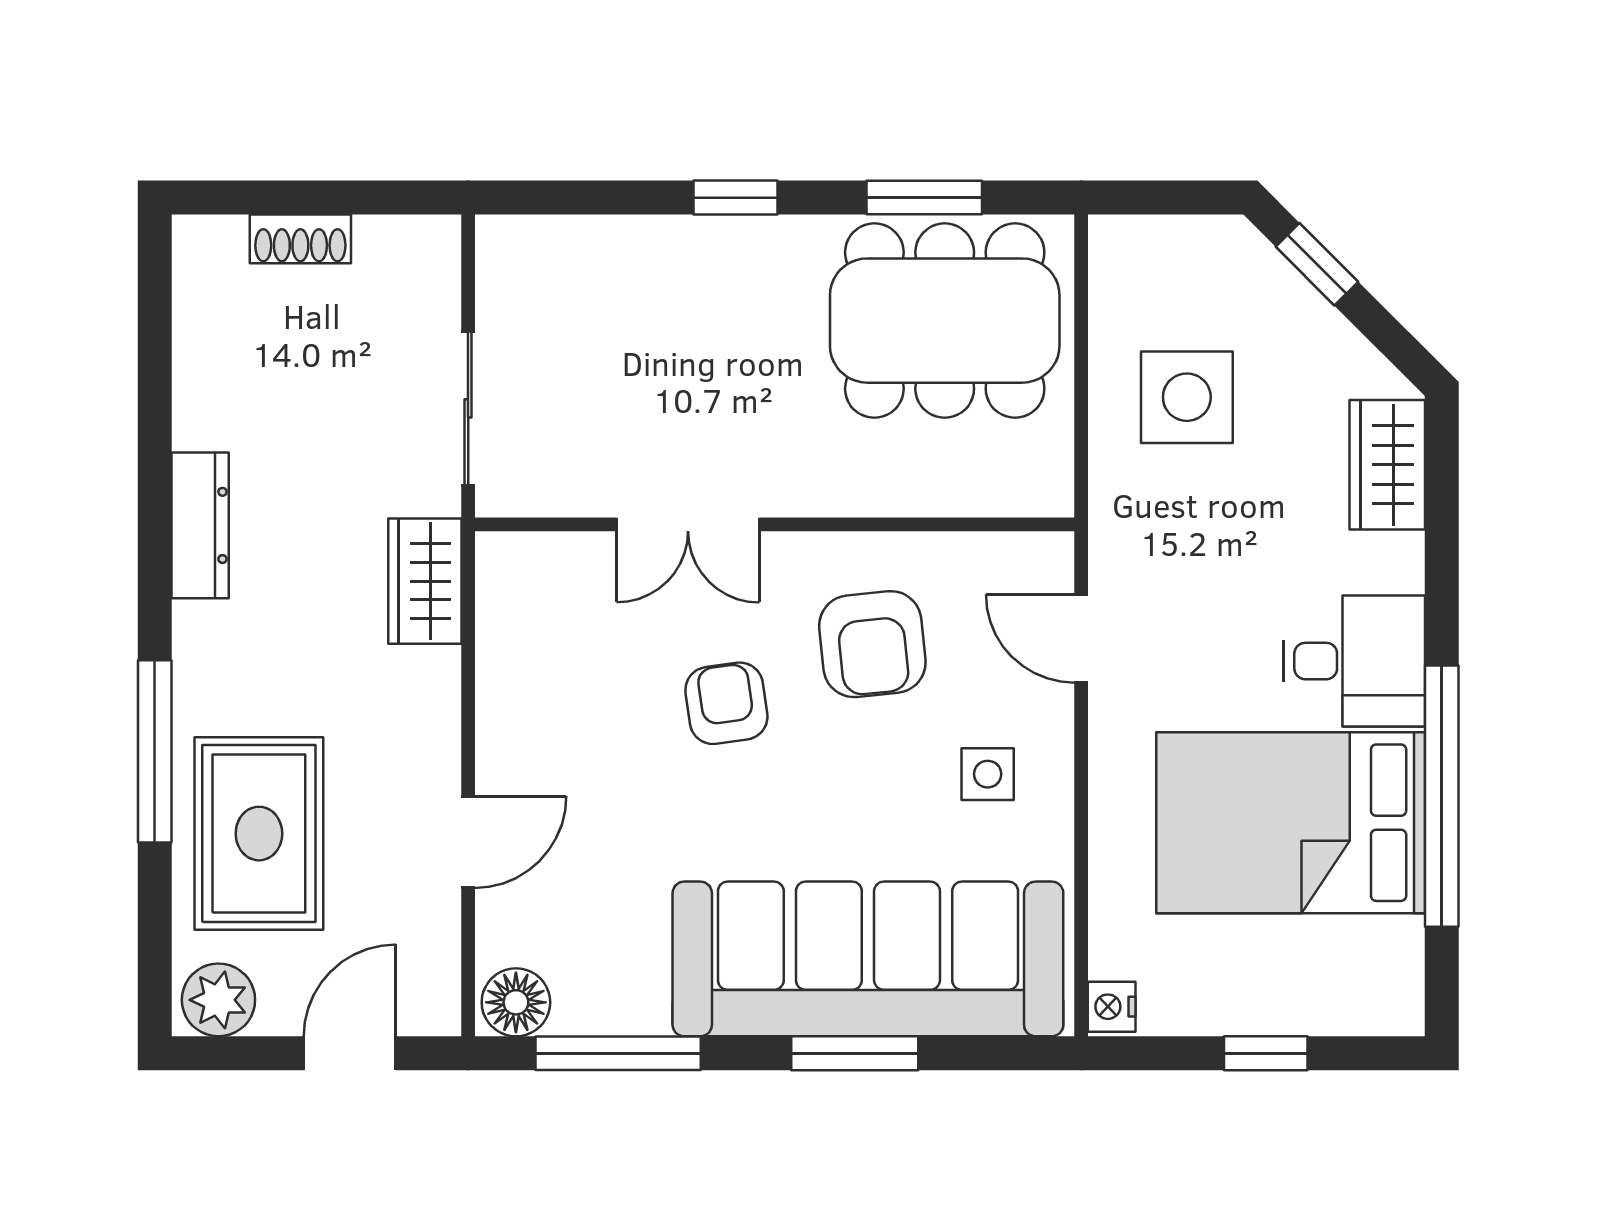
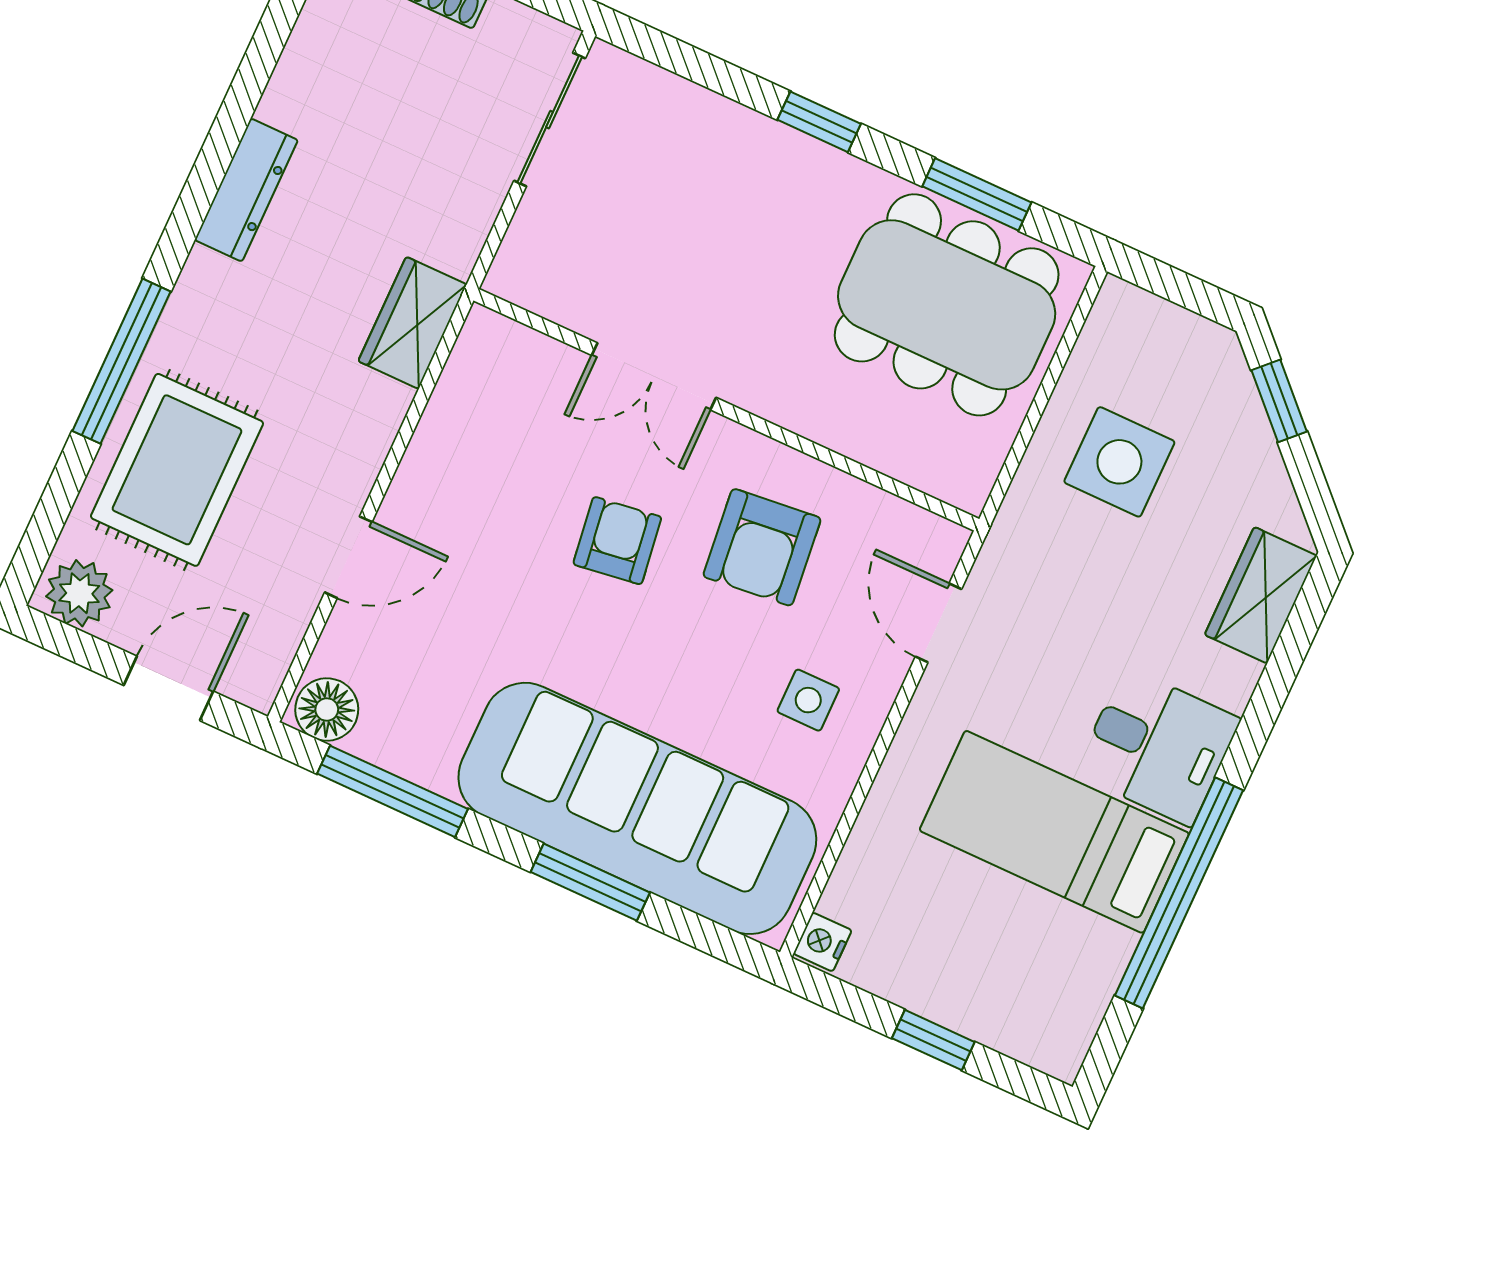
sliding door: (468, 408) -> (550, 120), moved
bed: (1291, 823) -> (1054, 832), width x0.67

